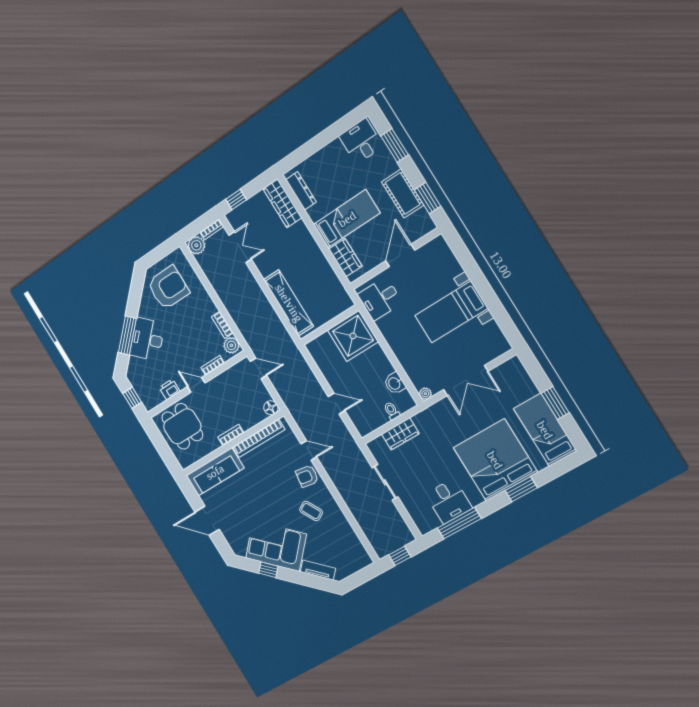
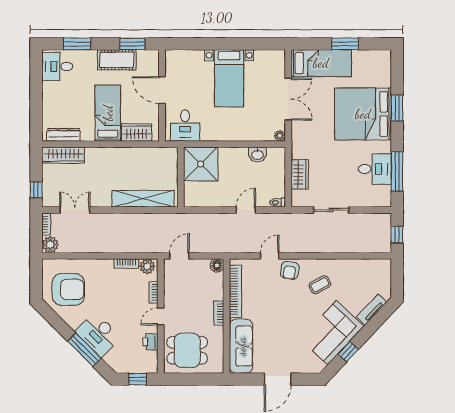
armchair: (168, 288) -> (68, 289), turned 90
toilet: (392, 411) -> (278, 202), moved
bed: (545, 430) -> (321, 63), moved, turned 180

